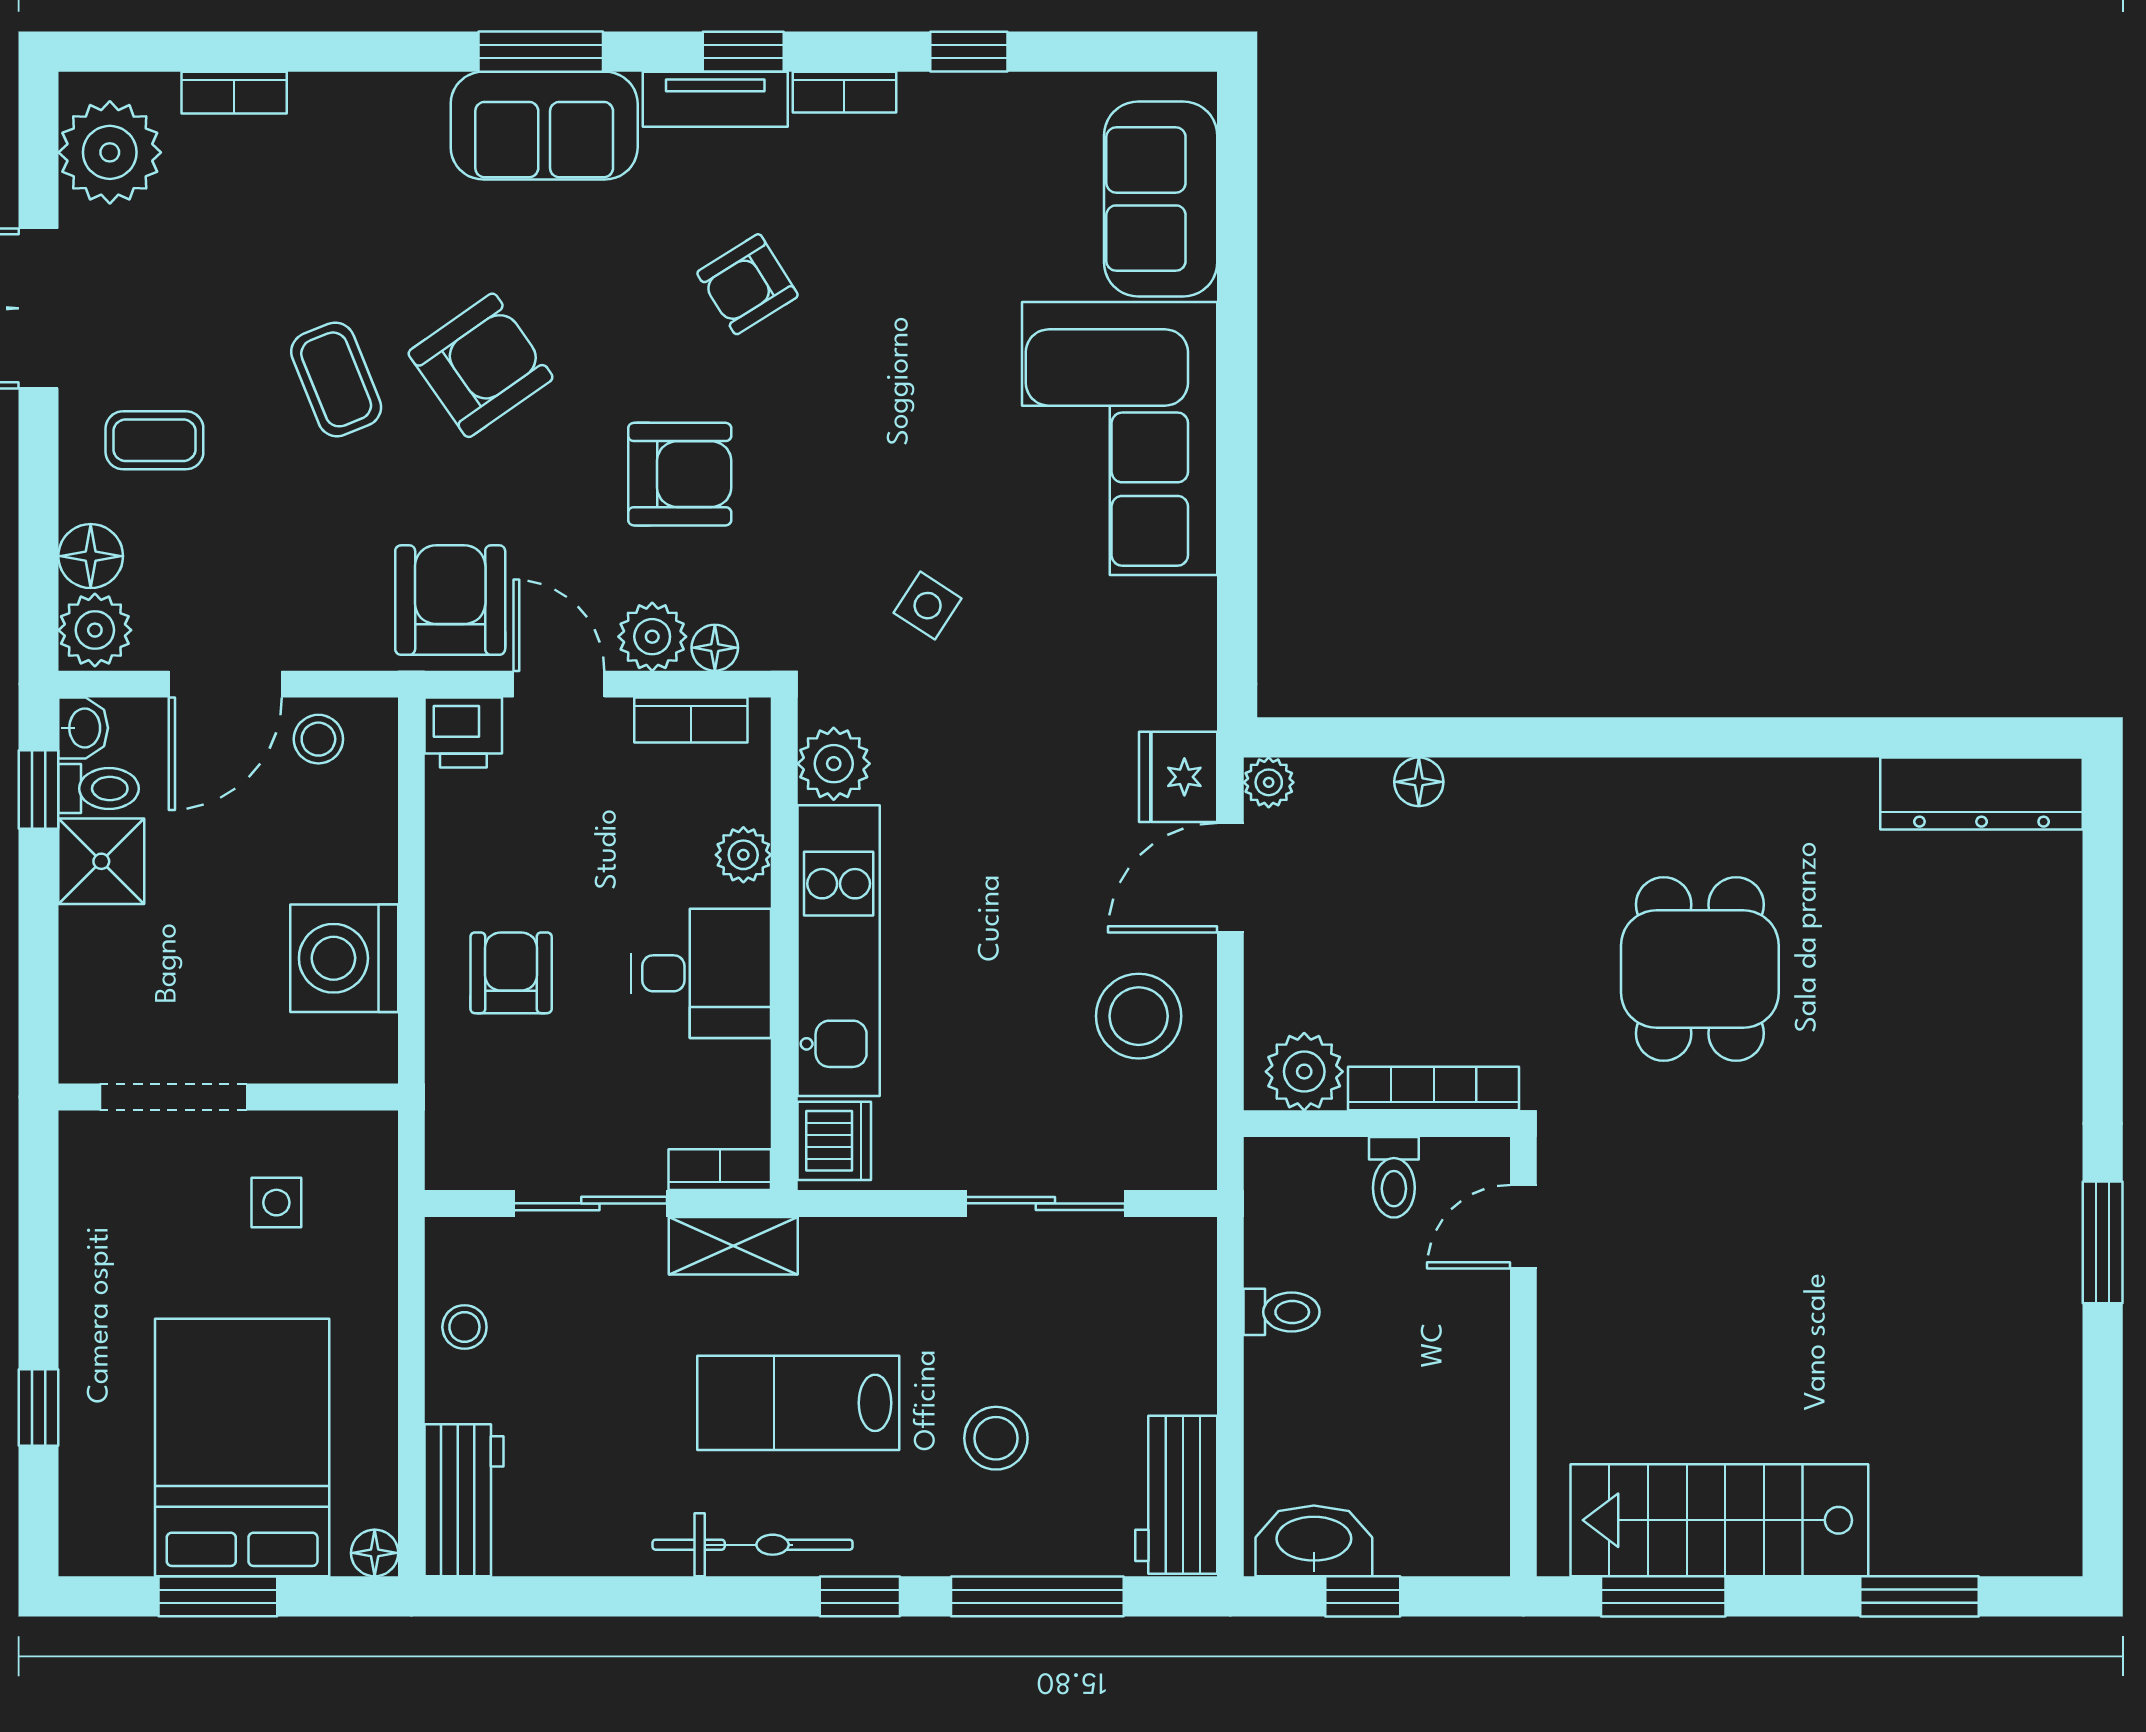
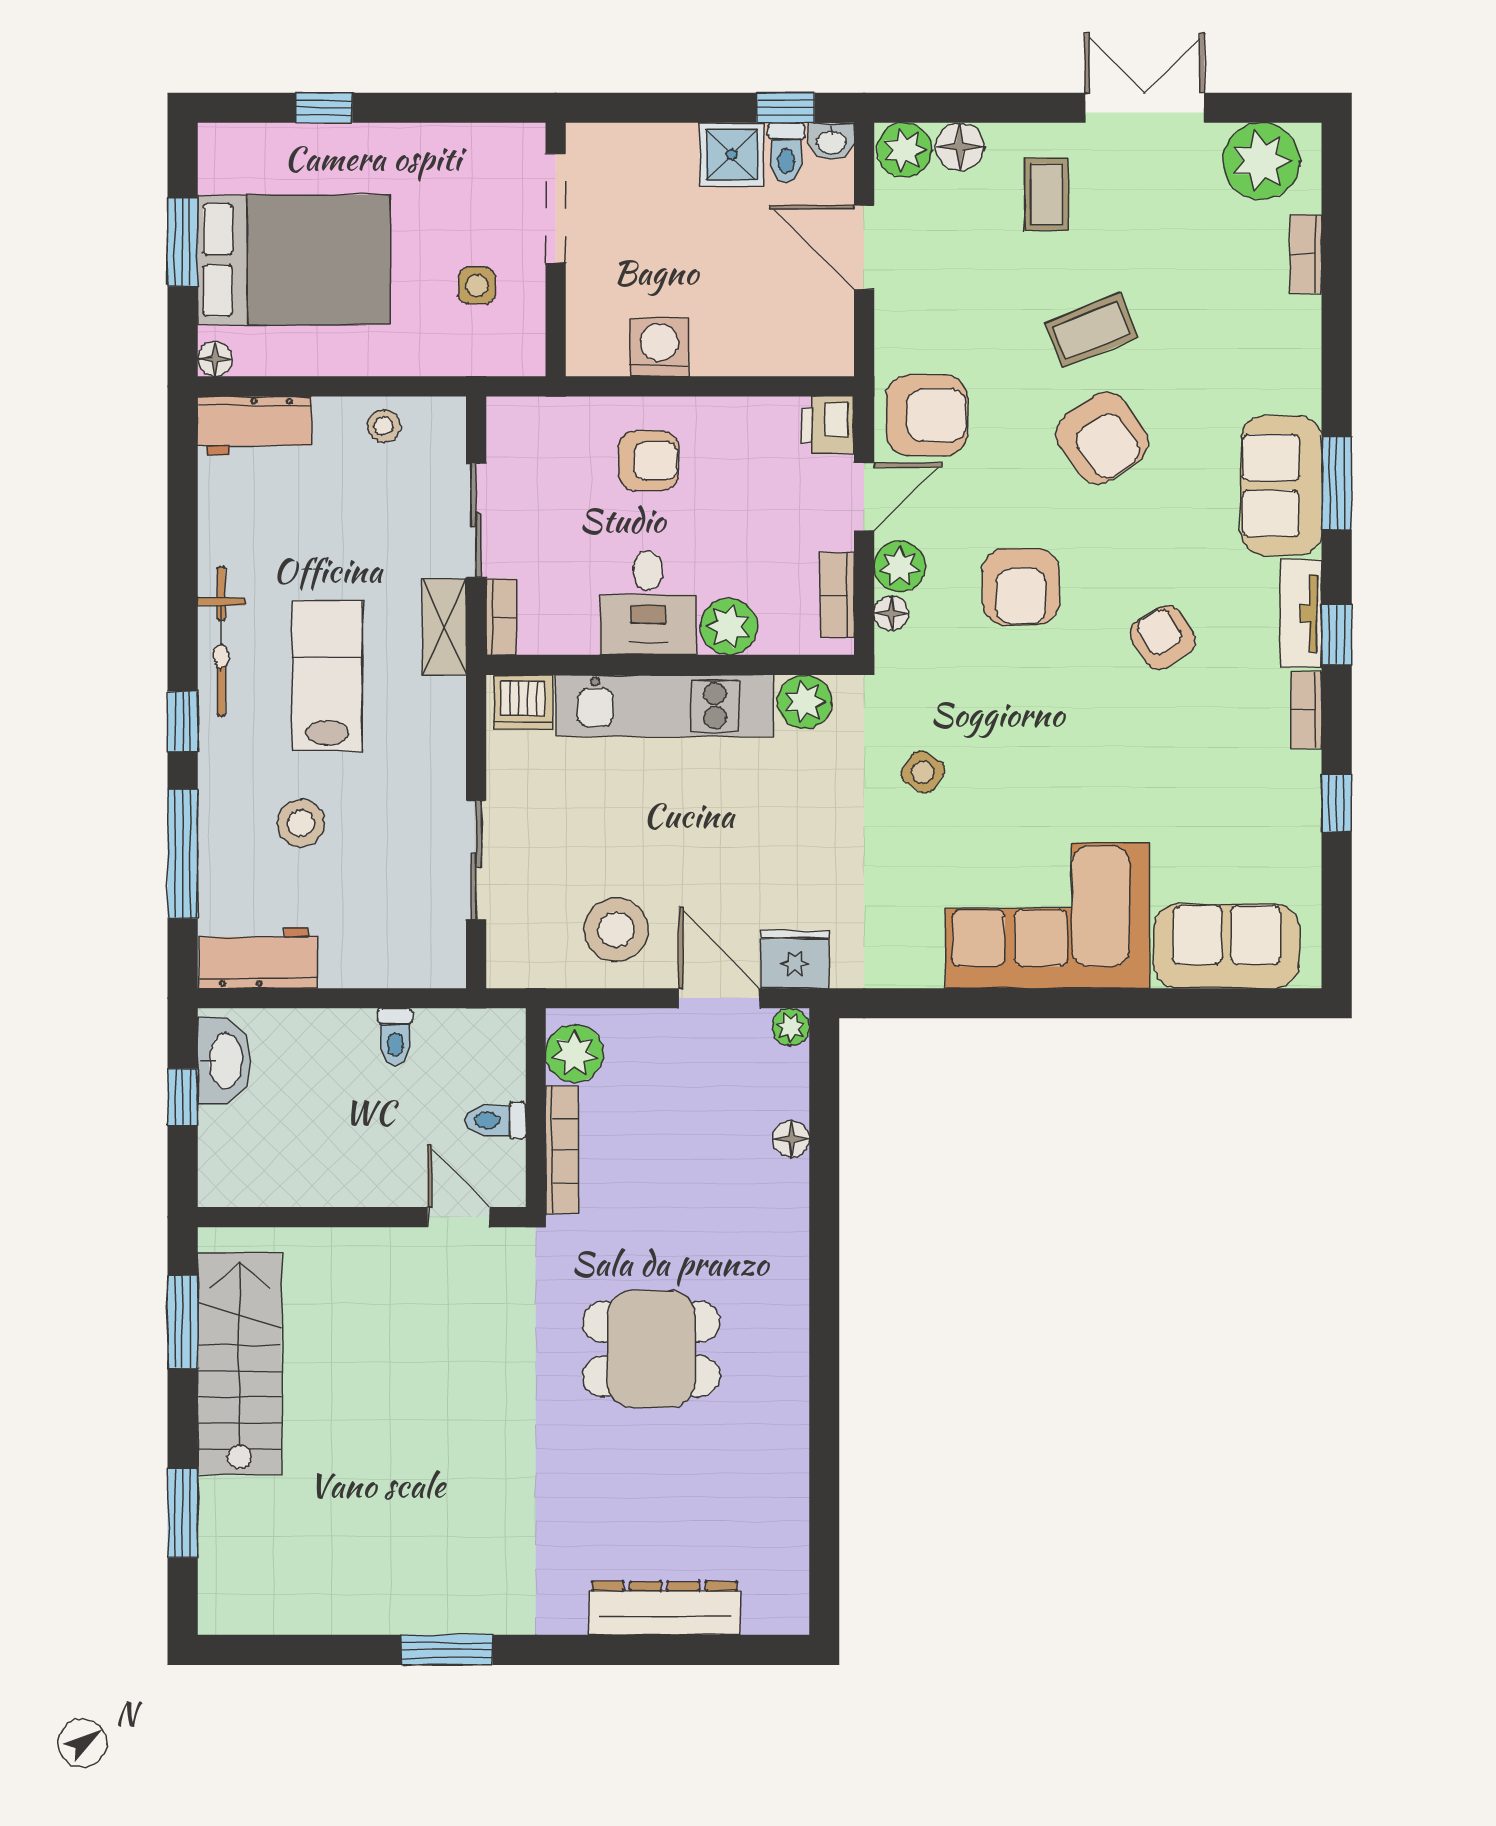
stool: (318, 739) -> (823, 317), removed
dresser: (1982, 793) -> (665, 1608), moved, turned 90
plant: (743, 855) -> (729, 627), width x1.38, depth x1.38
washing machine: (344, 958) -> (659, 347), width x0.73, depth x0.73

